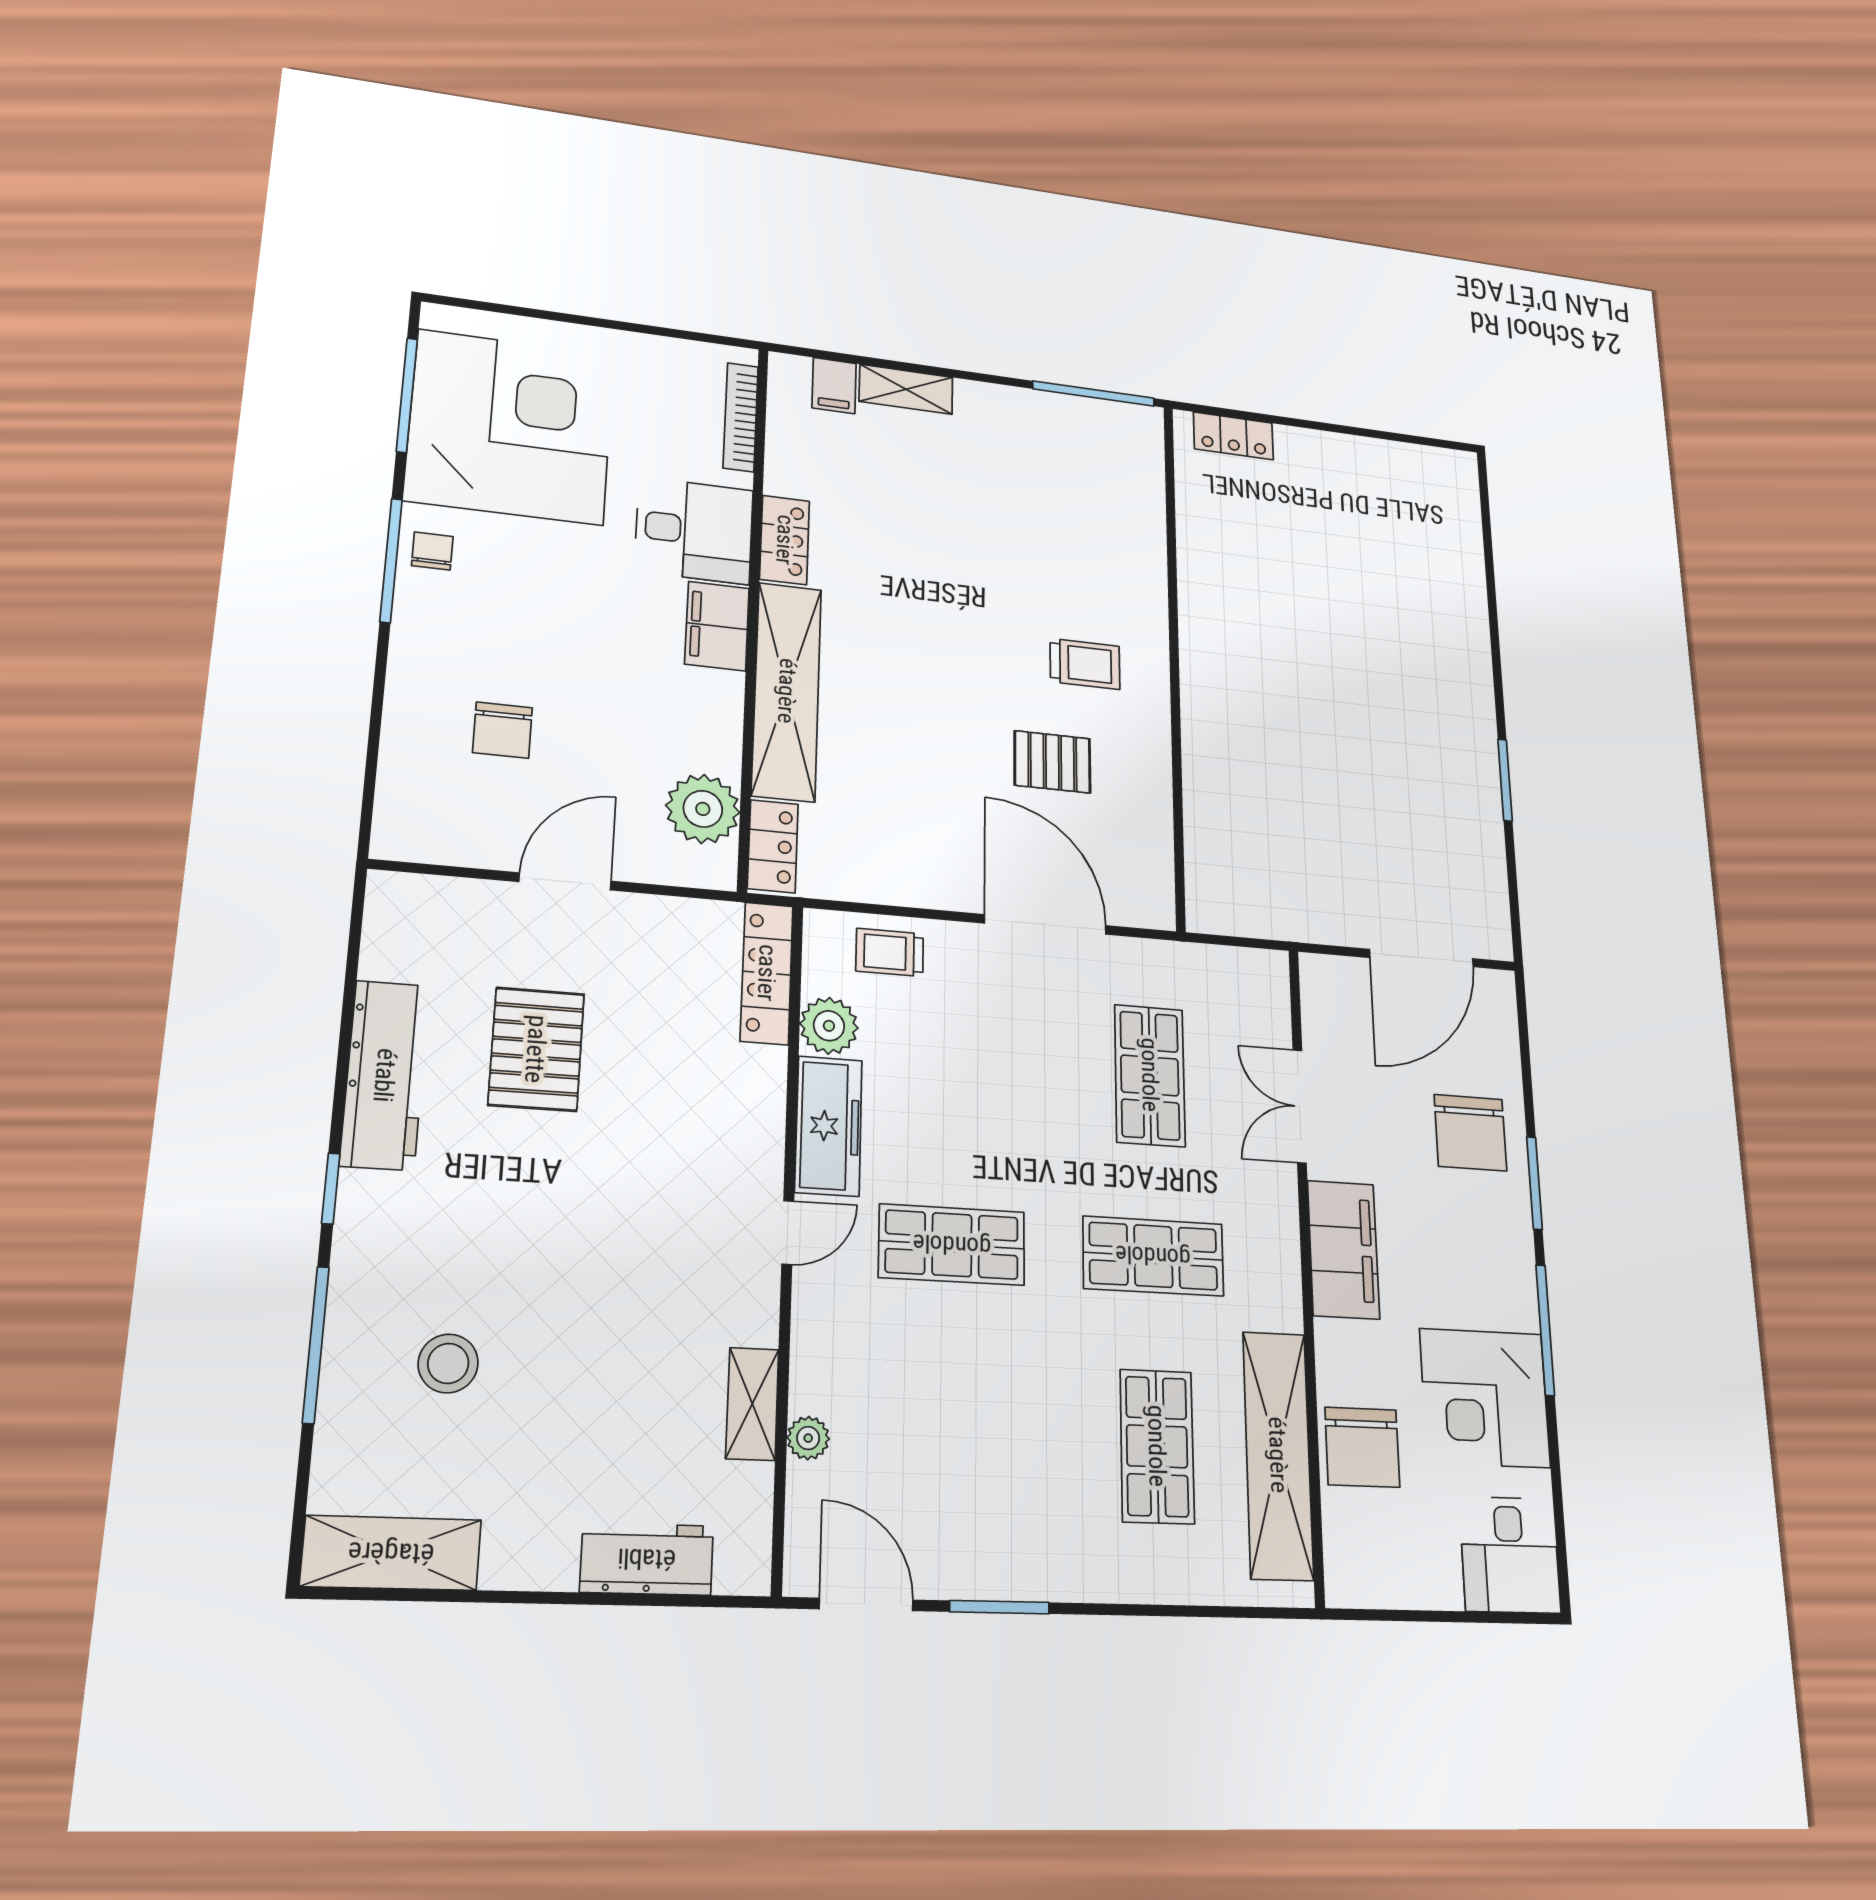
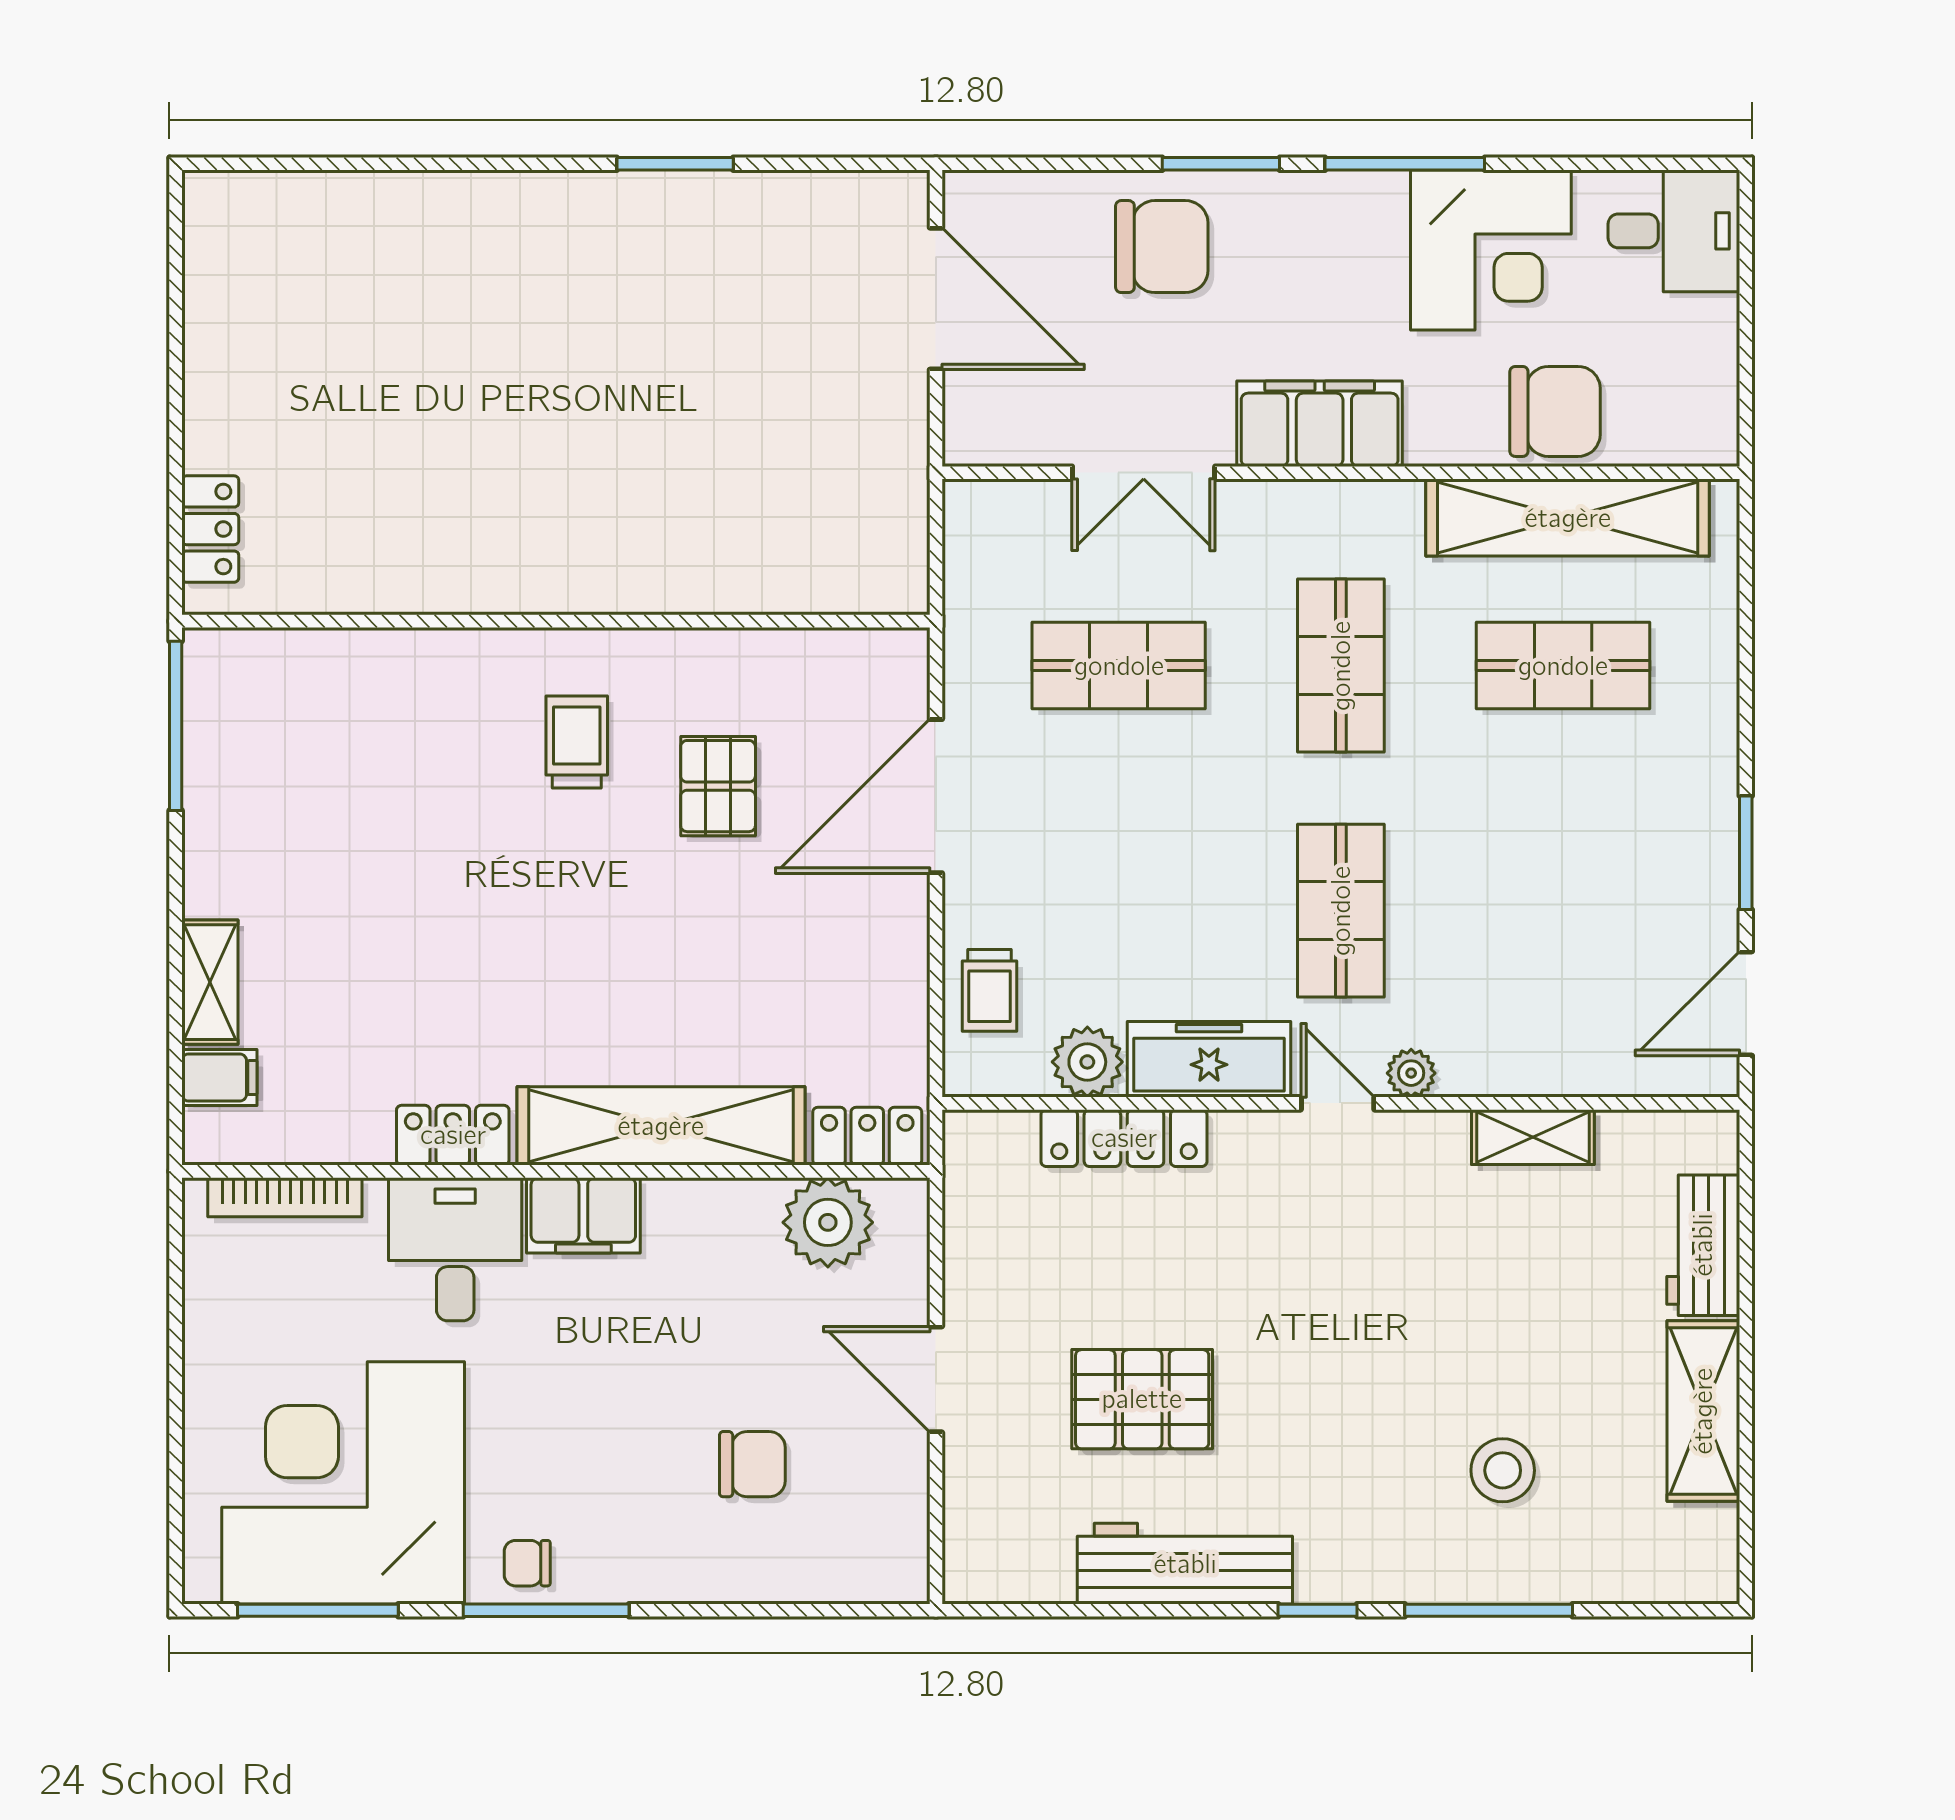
locker: (767, 973) -> (1124, 1138), moved
plant: (808, 1438) -> (1411, 1073), moved
shelving: (391, 1553) -> (1703, 1411), moved

